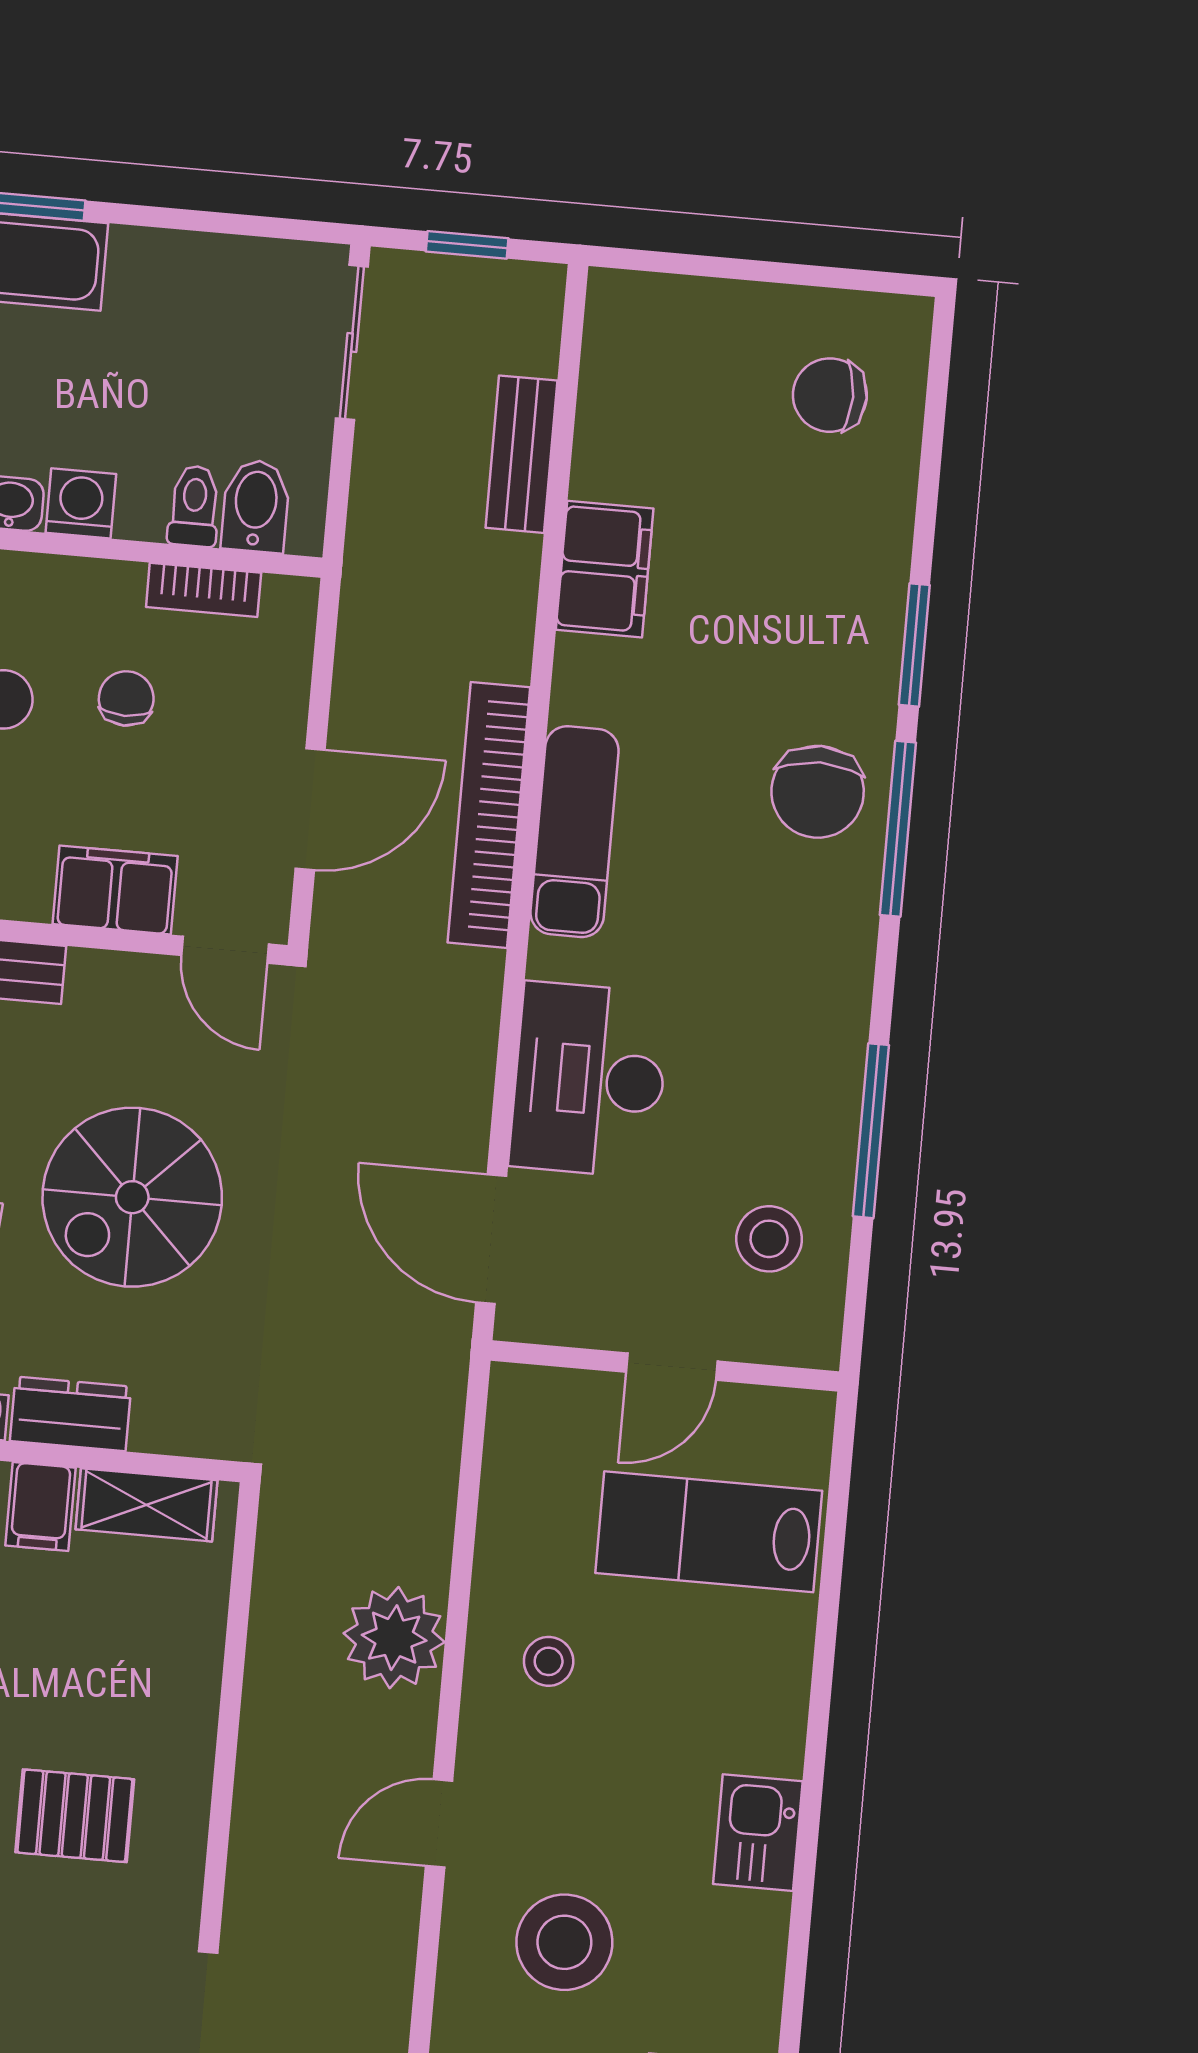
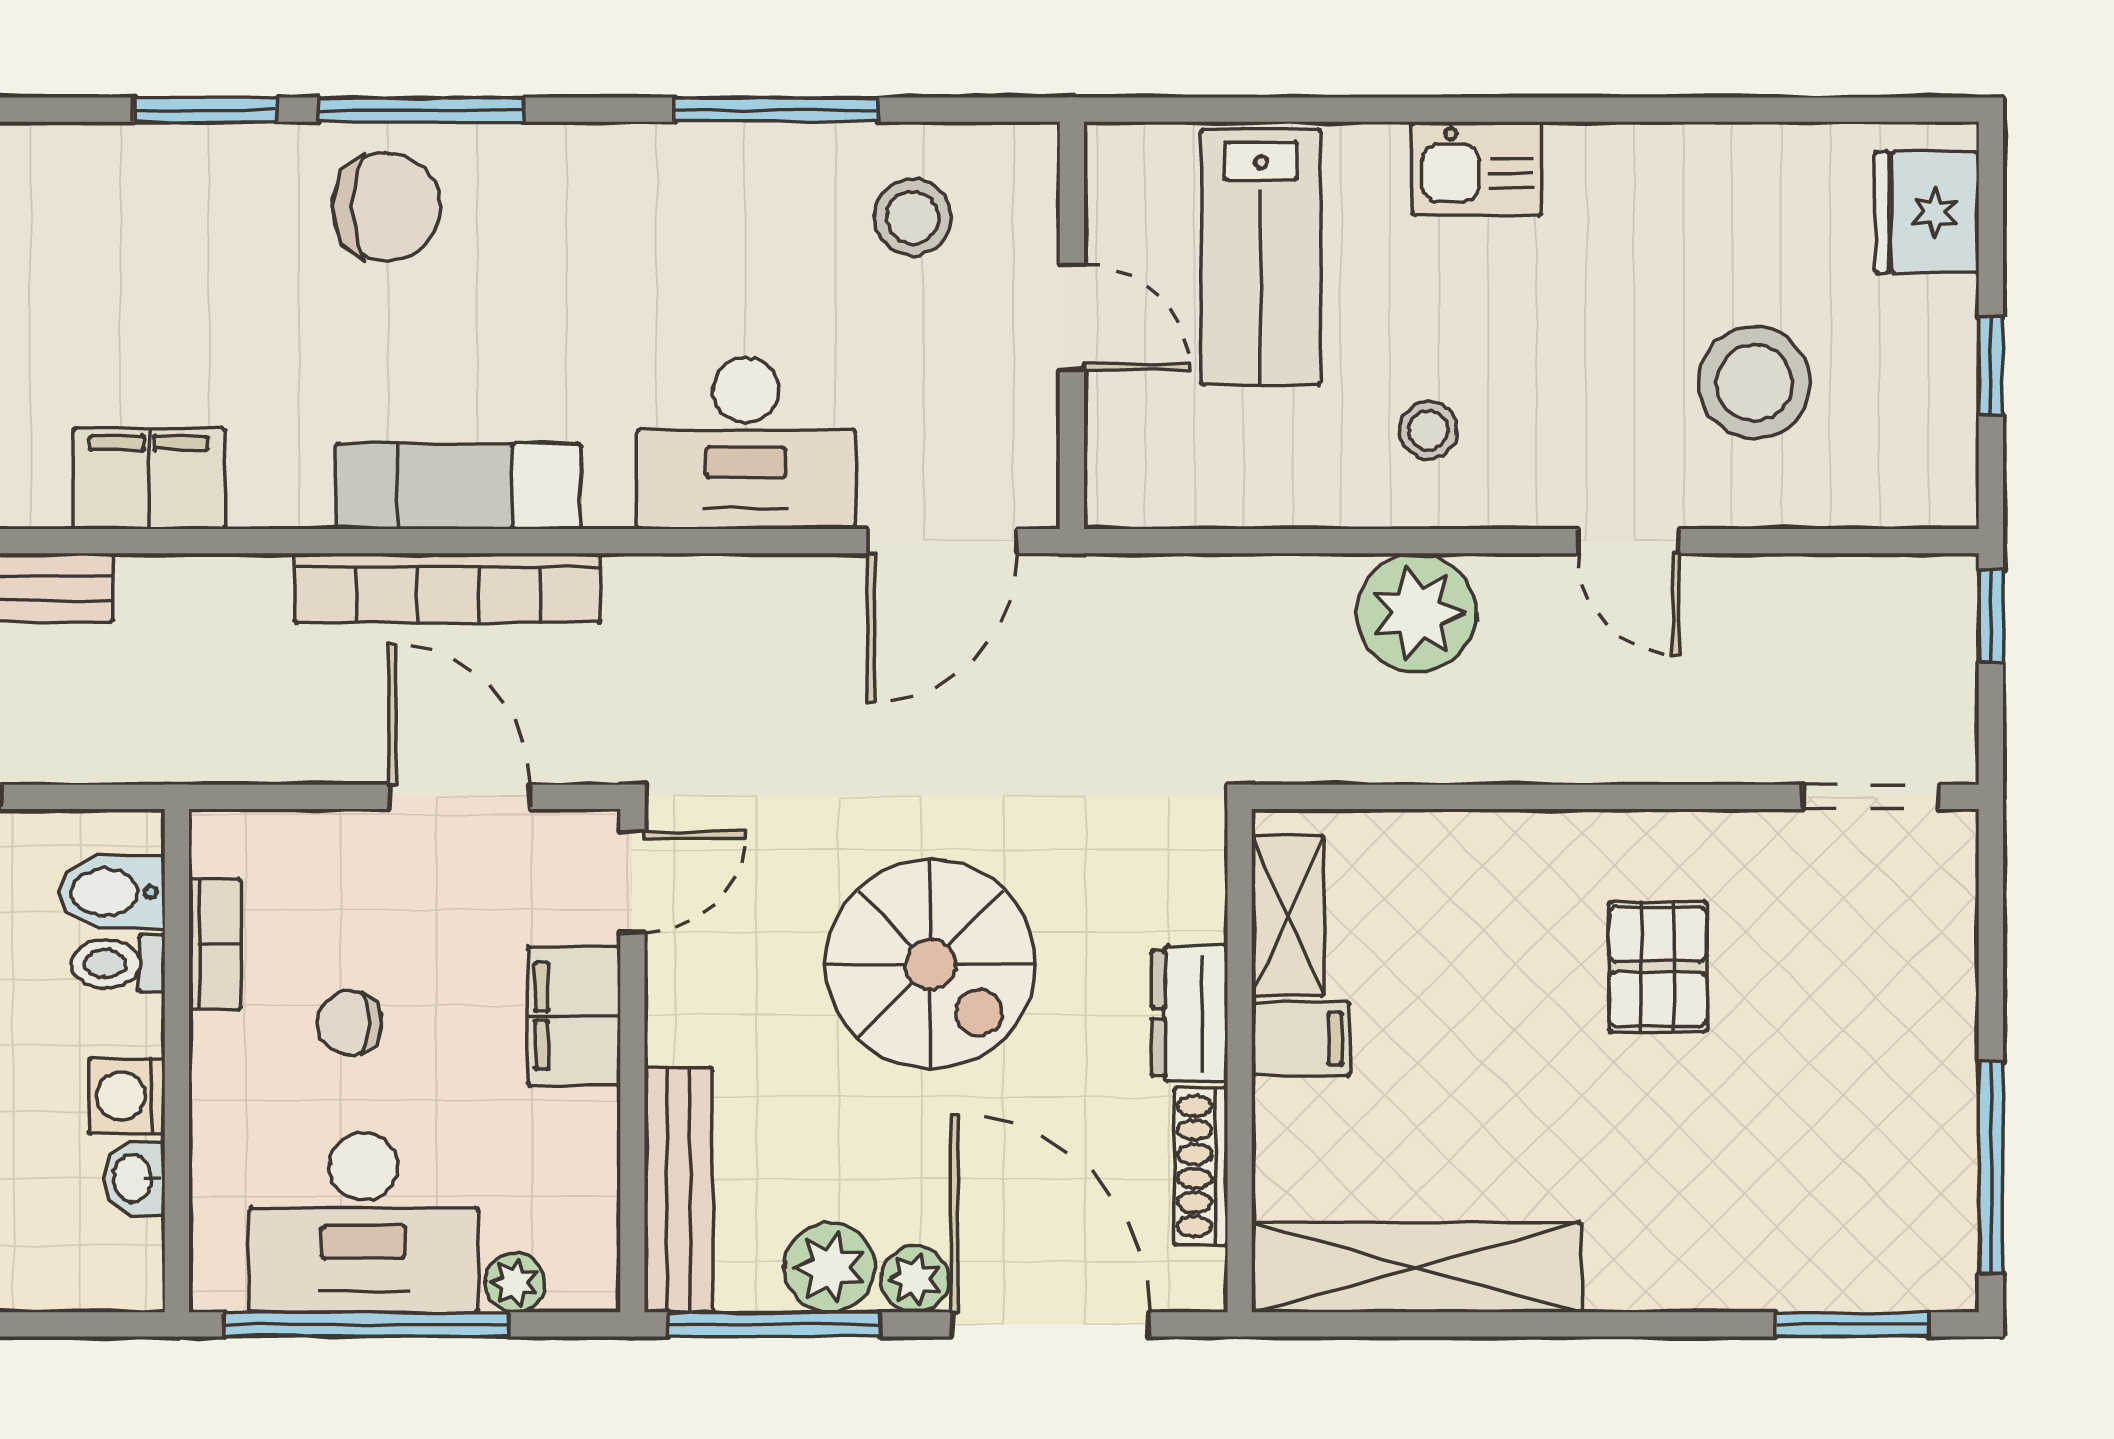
kitchen sink: (758, 1833) -> (1477, 169), moved

